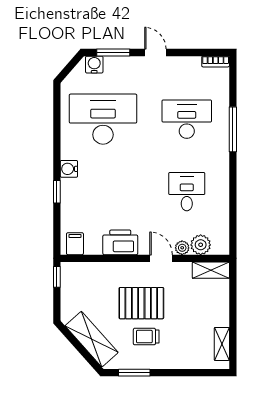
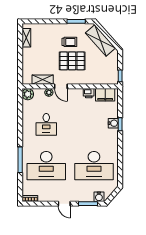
desk: (187, 119) -> (46, 166), width x1.36, depth x1.30
water cooler: (69, 169) -> (113, 123), moved
printer: (120, 242) -> (89, 93), width x0.53, depth x0.68
filing cabinet: (75, 244) -> (105, 95), width x2.00
plant: (201, 245) -> (28, 94), moved
shelving: (211, 270) -> (43, 80), moved

